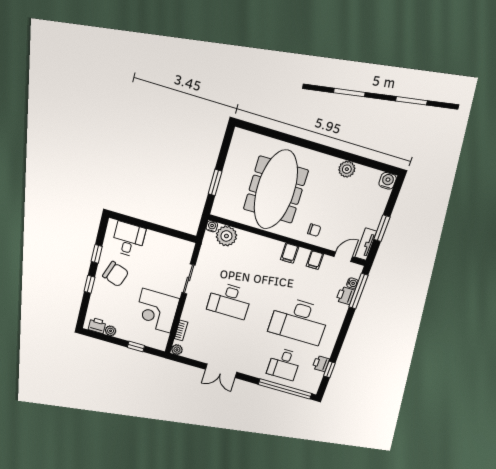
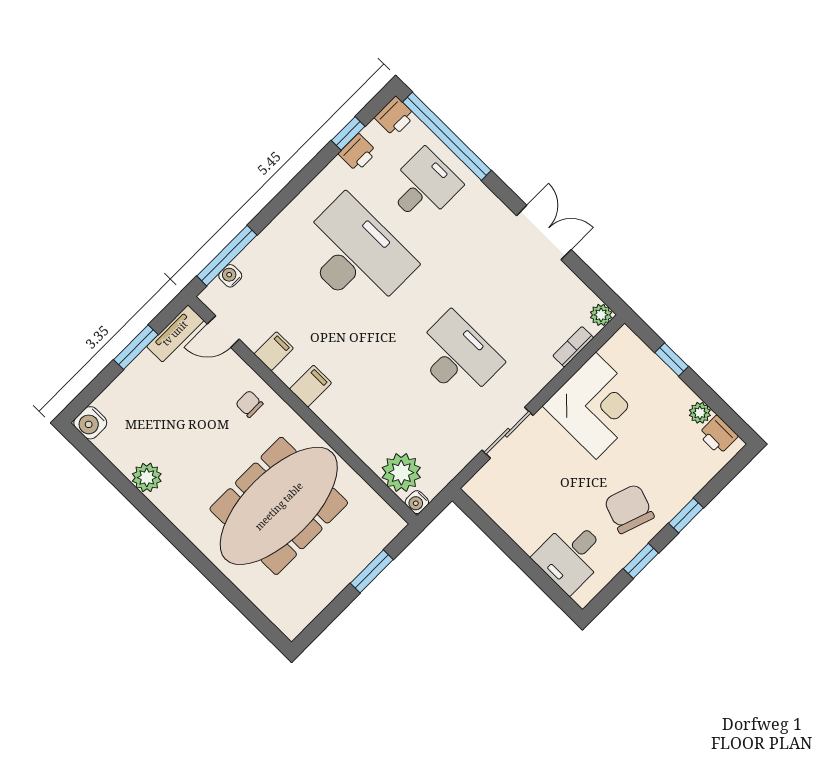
printer: (345, 296) -> (395, 116), moved

